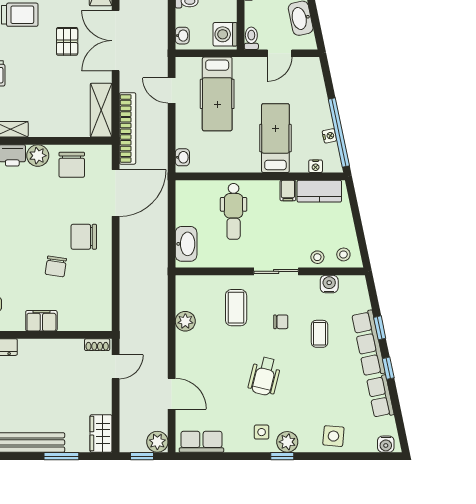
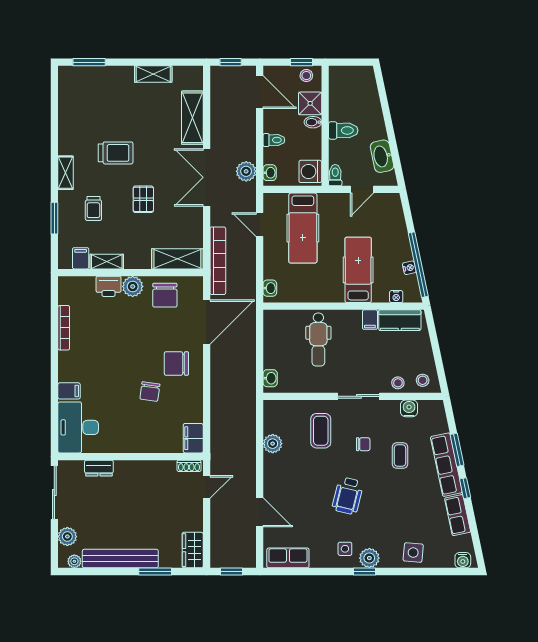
pallet: (67, 41) -> (143, 199), moved
shelving: (101, 110) -> (177, 259), moved, turned 90
washbasin: (186, 244) -> (270, 378), width x0.52, depth x0.69
filing cabinet: (41, 321) -> (193, 438), moved, turned -90
window: (380, 328) -> (457, 450), width x1.50
plant: (157, 442) -> (246, 171), moved

